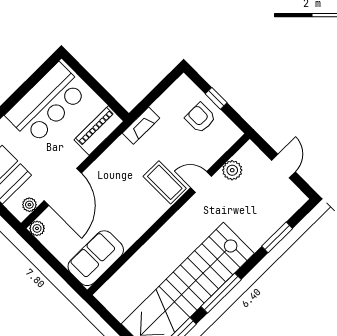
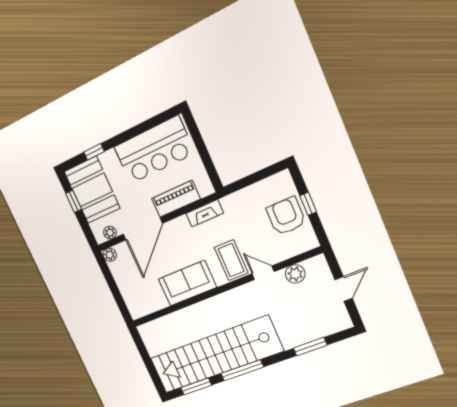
armchair: (200, 118) -> (286, 216), width x1.38, depth x1.38
fireplace: (141, 126) -> (205, 213), moved
piano: (99, 131) -> (176, 199), moved
sofa: (96, 258) -> (187, 283), moved

